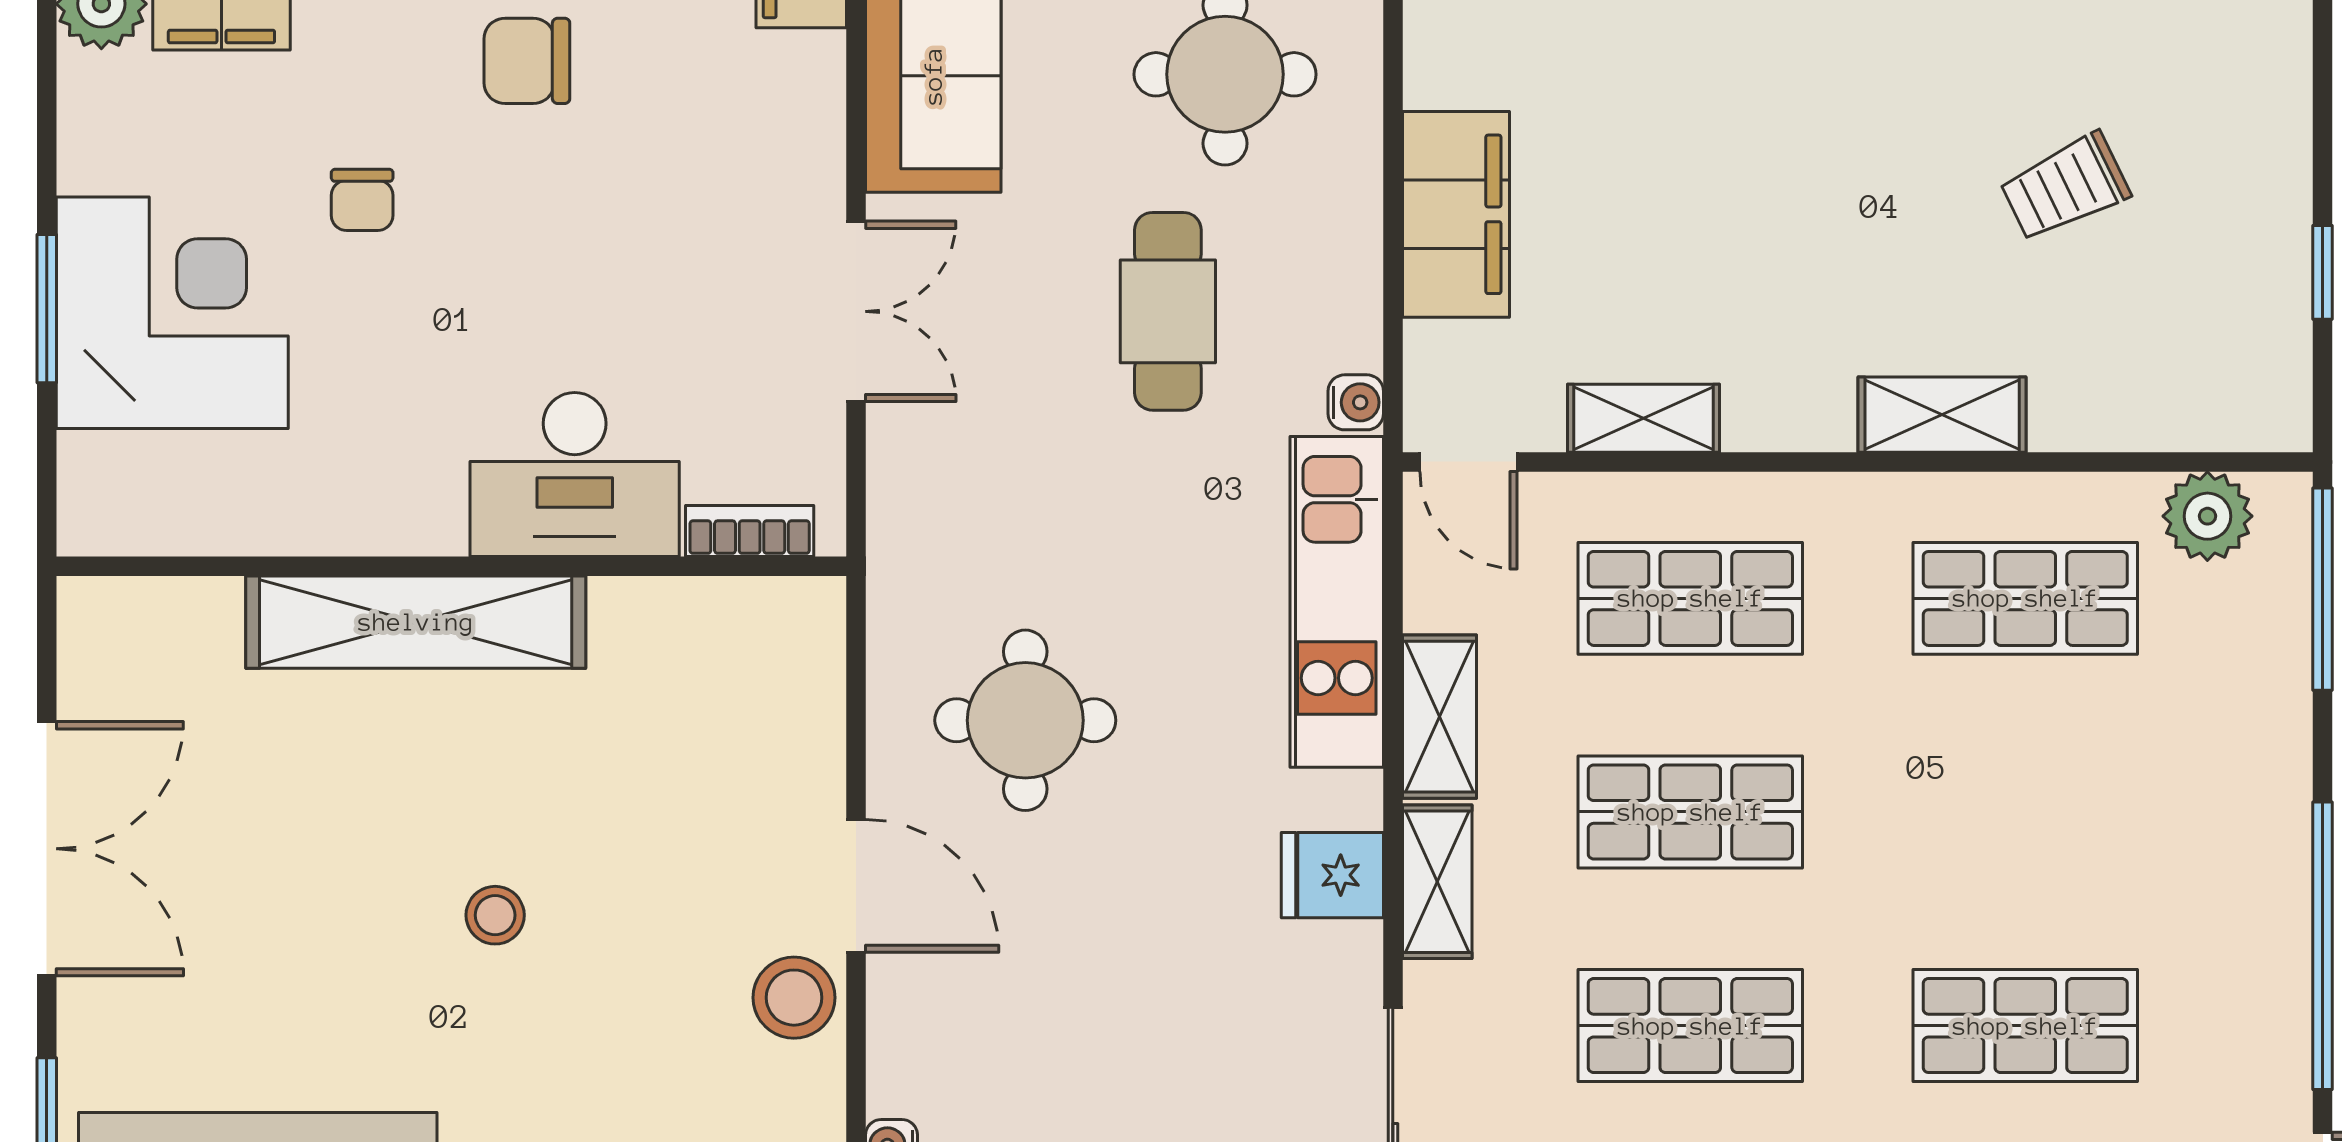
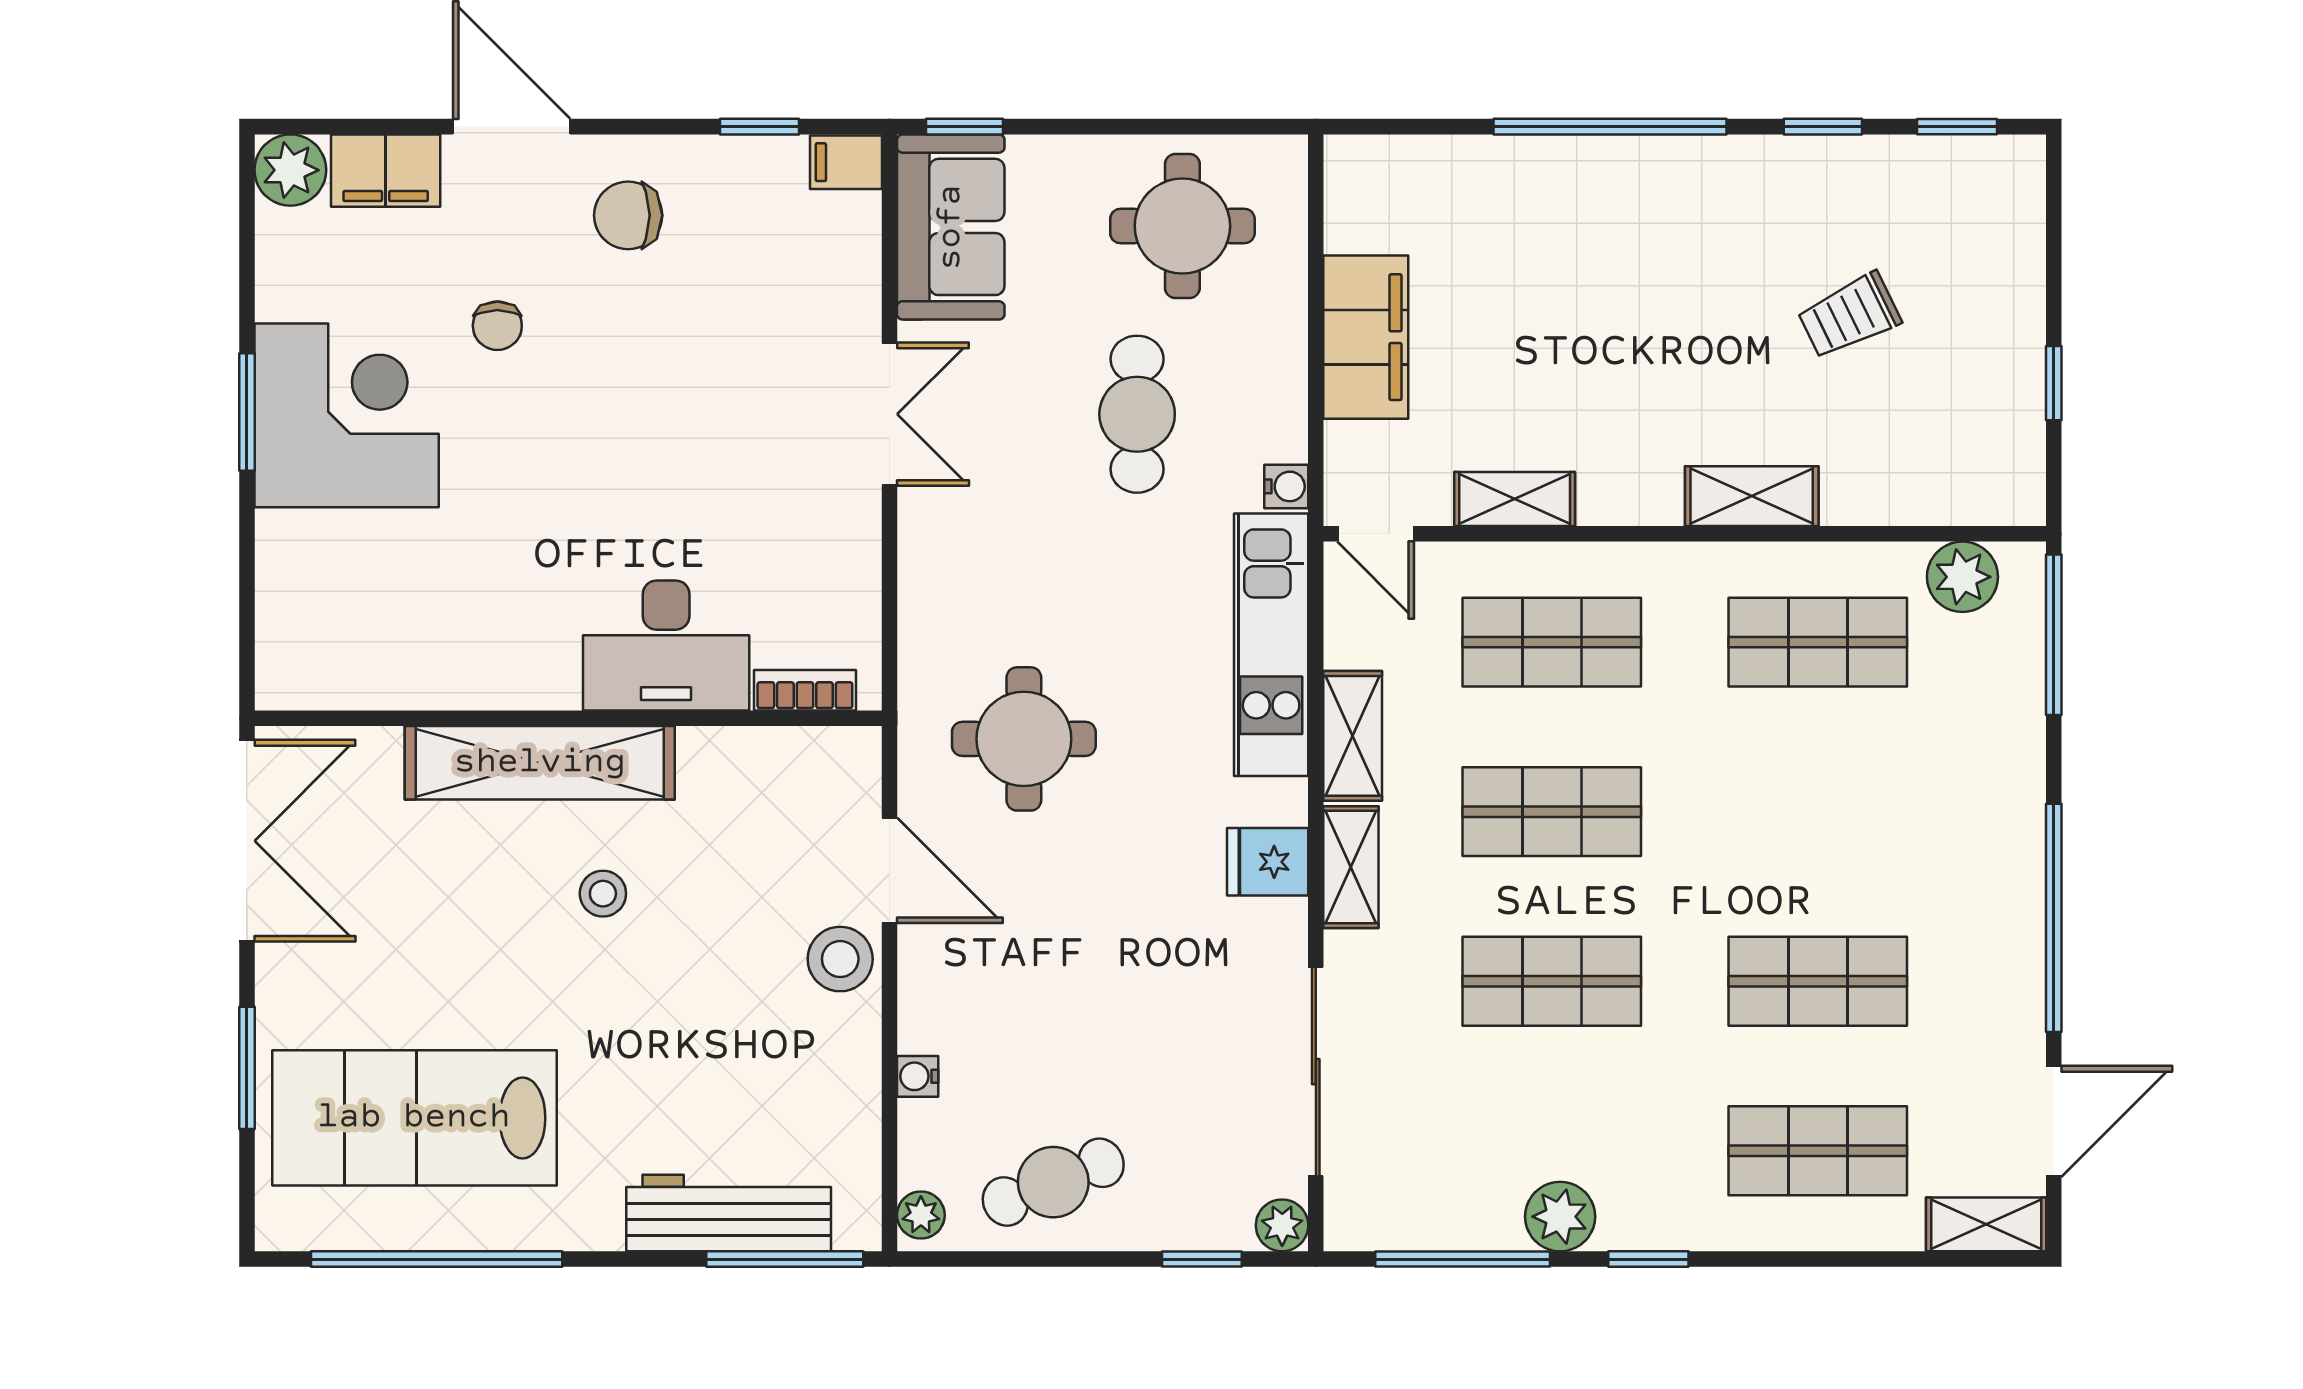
desk: (575, 474) -> (666, 645), moved
bookcase: (750, 531) -> (805, 690), moved
wall: (451, 566) -> (568, 718), moved
shelving: (416, 622) -> (540, 763), moved

